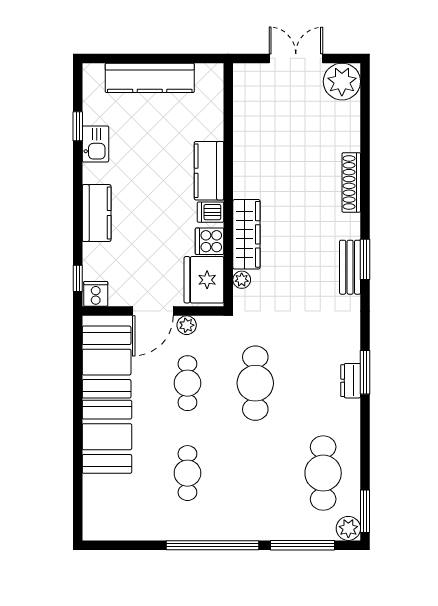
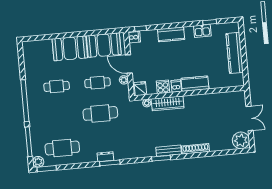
bench: (350, 267) -> (169, 151), moved
fridge: (204, 280) -> (140, 89), width x0.53, depth x0.75

